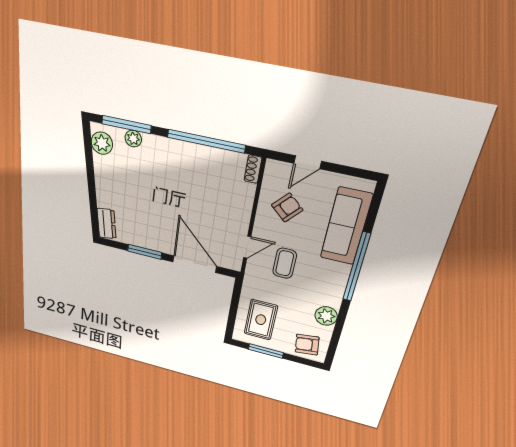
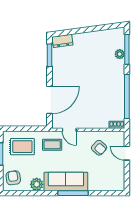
plant: (102, 143) -> (113, 35), removed
sofa: (346, 226) -> (66, 181), moved
window: (145, 252) -> (50, 55), moved
coffee table: (285, 263) -> (52, 145), moved
window: (357, 267) -> (73, 193), width x0.68

